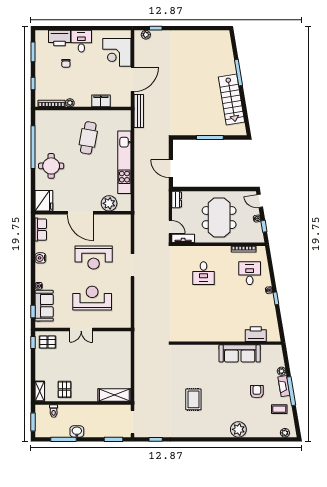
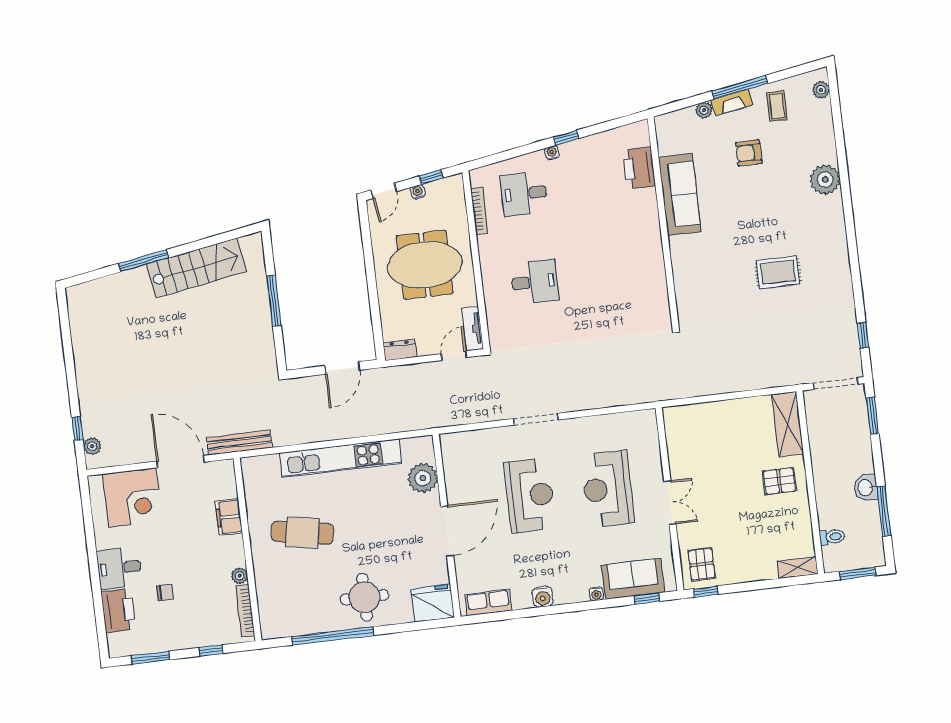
pallet: (65, 389) -> (779, 481), moved

